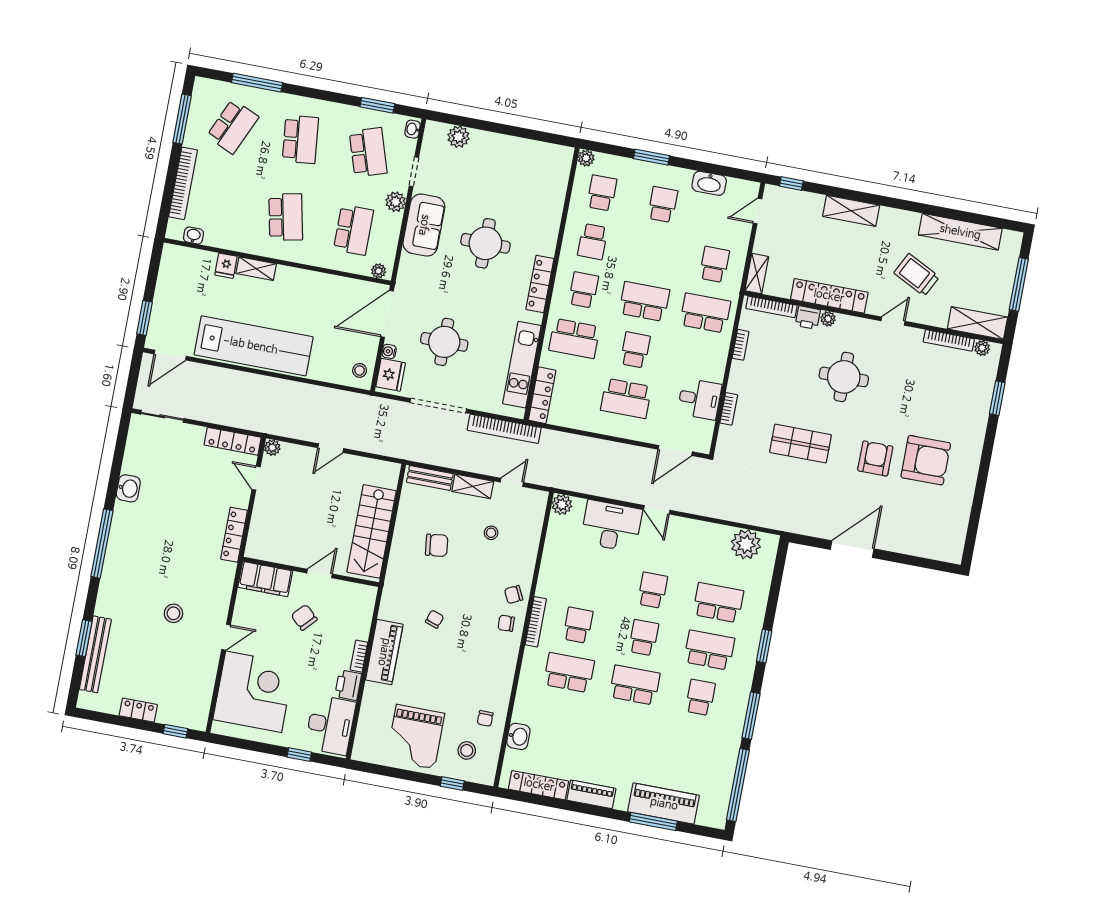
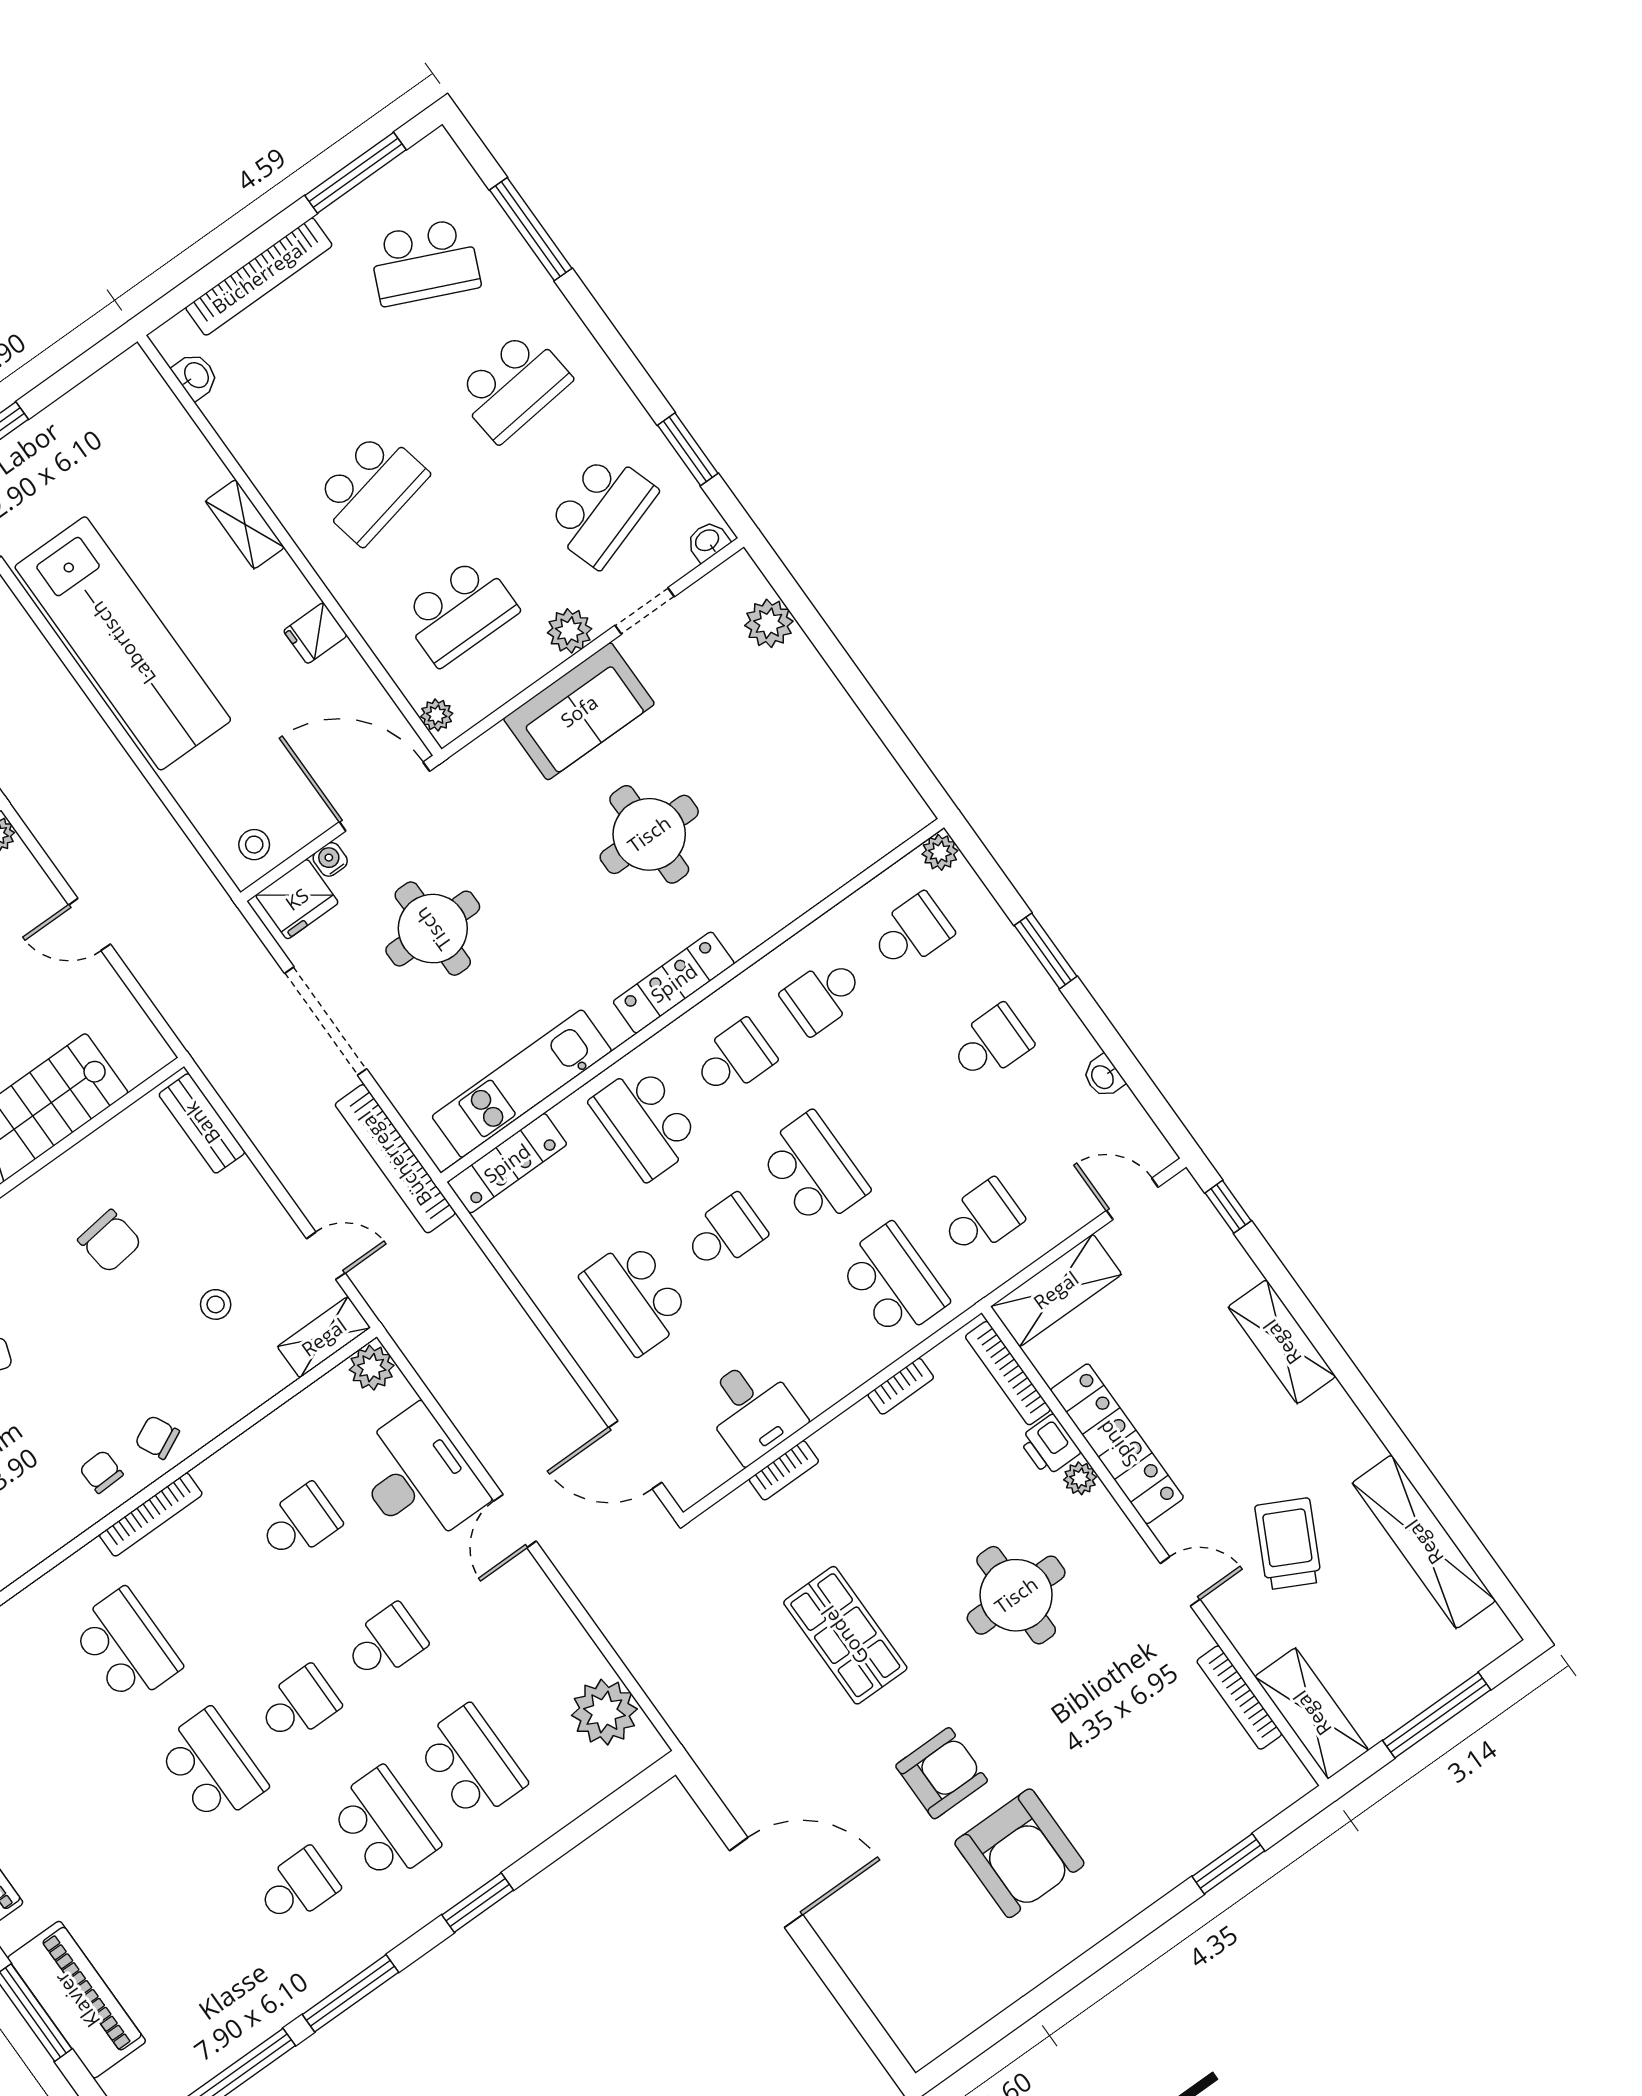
washbasin: (709, 183) -> (1103, 1077), width x0.52, depth x0.69
fridge: (226, 266) -> (315, 633), moved
shelving: (757, 274) -> (1056, 1290), width x1.50, depth x1.33
plant: (982, 348) -> (1281, 1761), removed
shelving: (473, 486) -> (324, 1337), moved, turned 90
school desk: (578, 625) -> (299, 1523), moved

